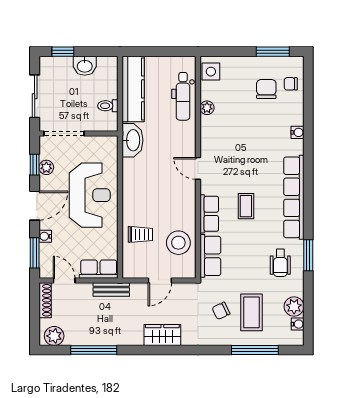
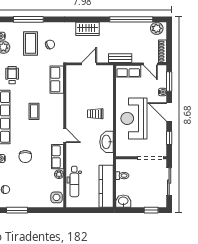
washbasin: (85, 66) -> (123, 201), moved
chair: (266, 89) -> (25, 157), moved
dental chair: (183, 96) -> (74, 182), turned 180
washbasin: (133, 140) -> (107, 142), moved
plant: (46, 167) -> (162, 136), removed
door: (35, 206) -> (169, 112), hinge flipped
row of seats: (209, 214) -> (58, 157), moved
trolley: (140, 234) -> (95, 114), moved
stool: (178, 243) -> (77, 88), removed
window: (94, 350) -> (131, 19), width x1.46

